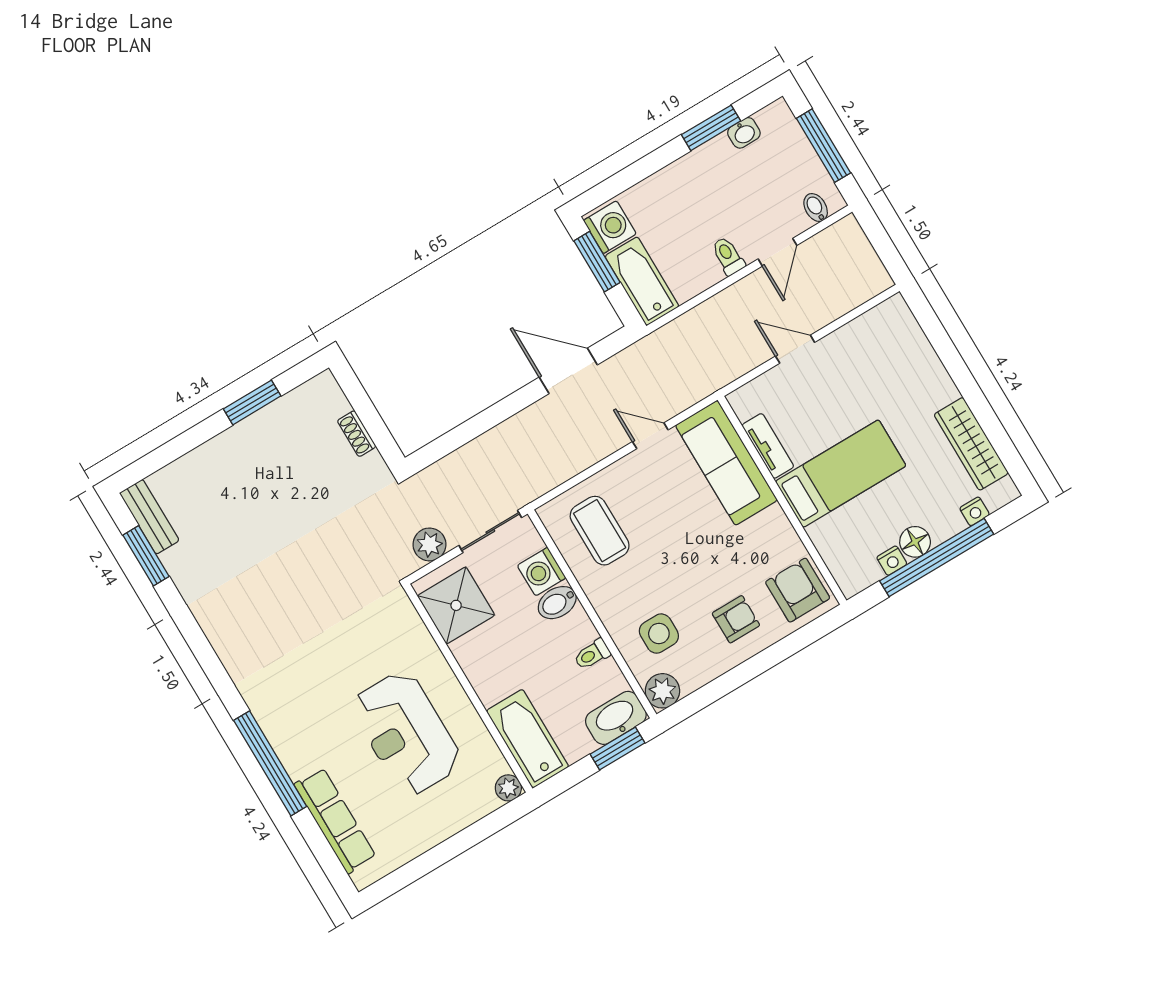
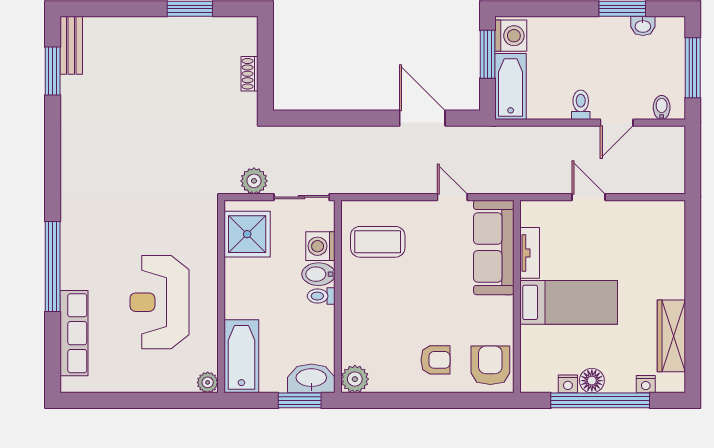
coffee table: (600, 531) -> (378, 242), turned 90
side table: (659, 634) -> (376, 338), removed
toilet: (592, 654) -> (321, 296), moved

